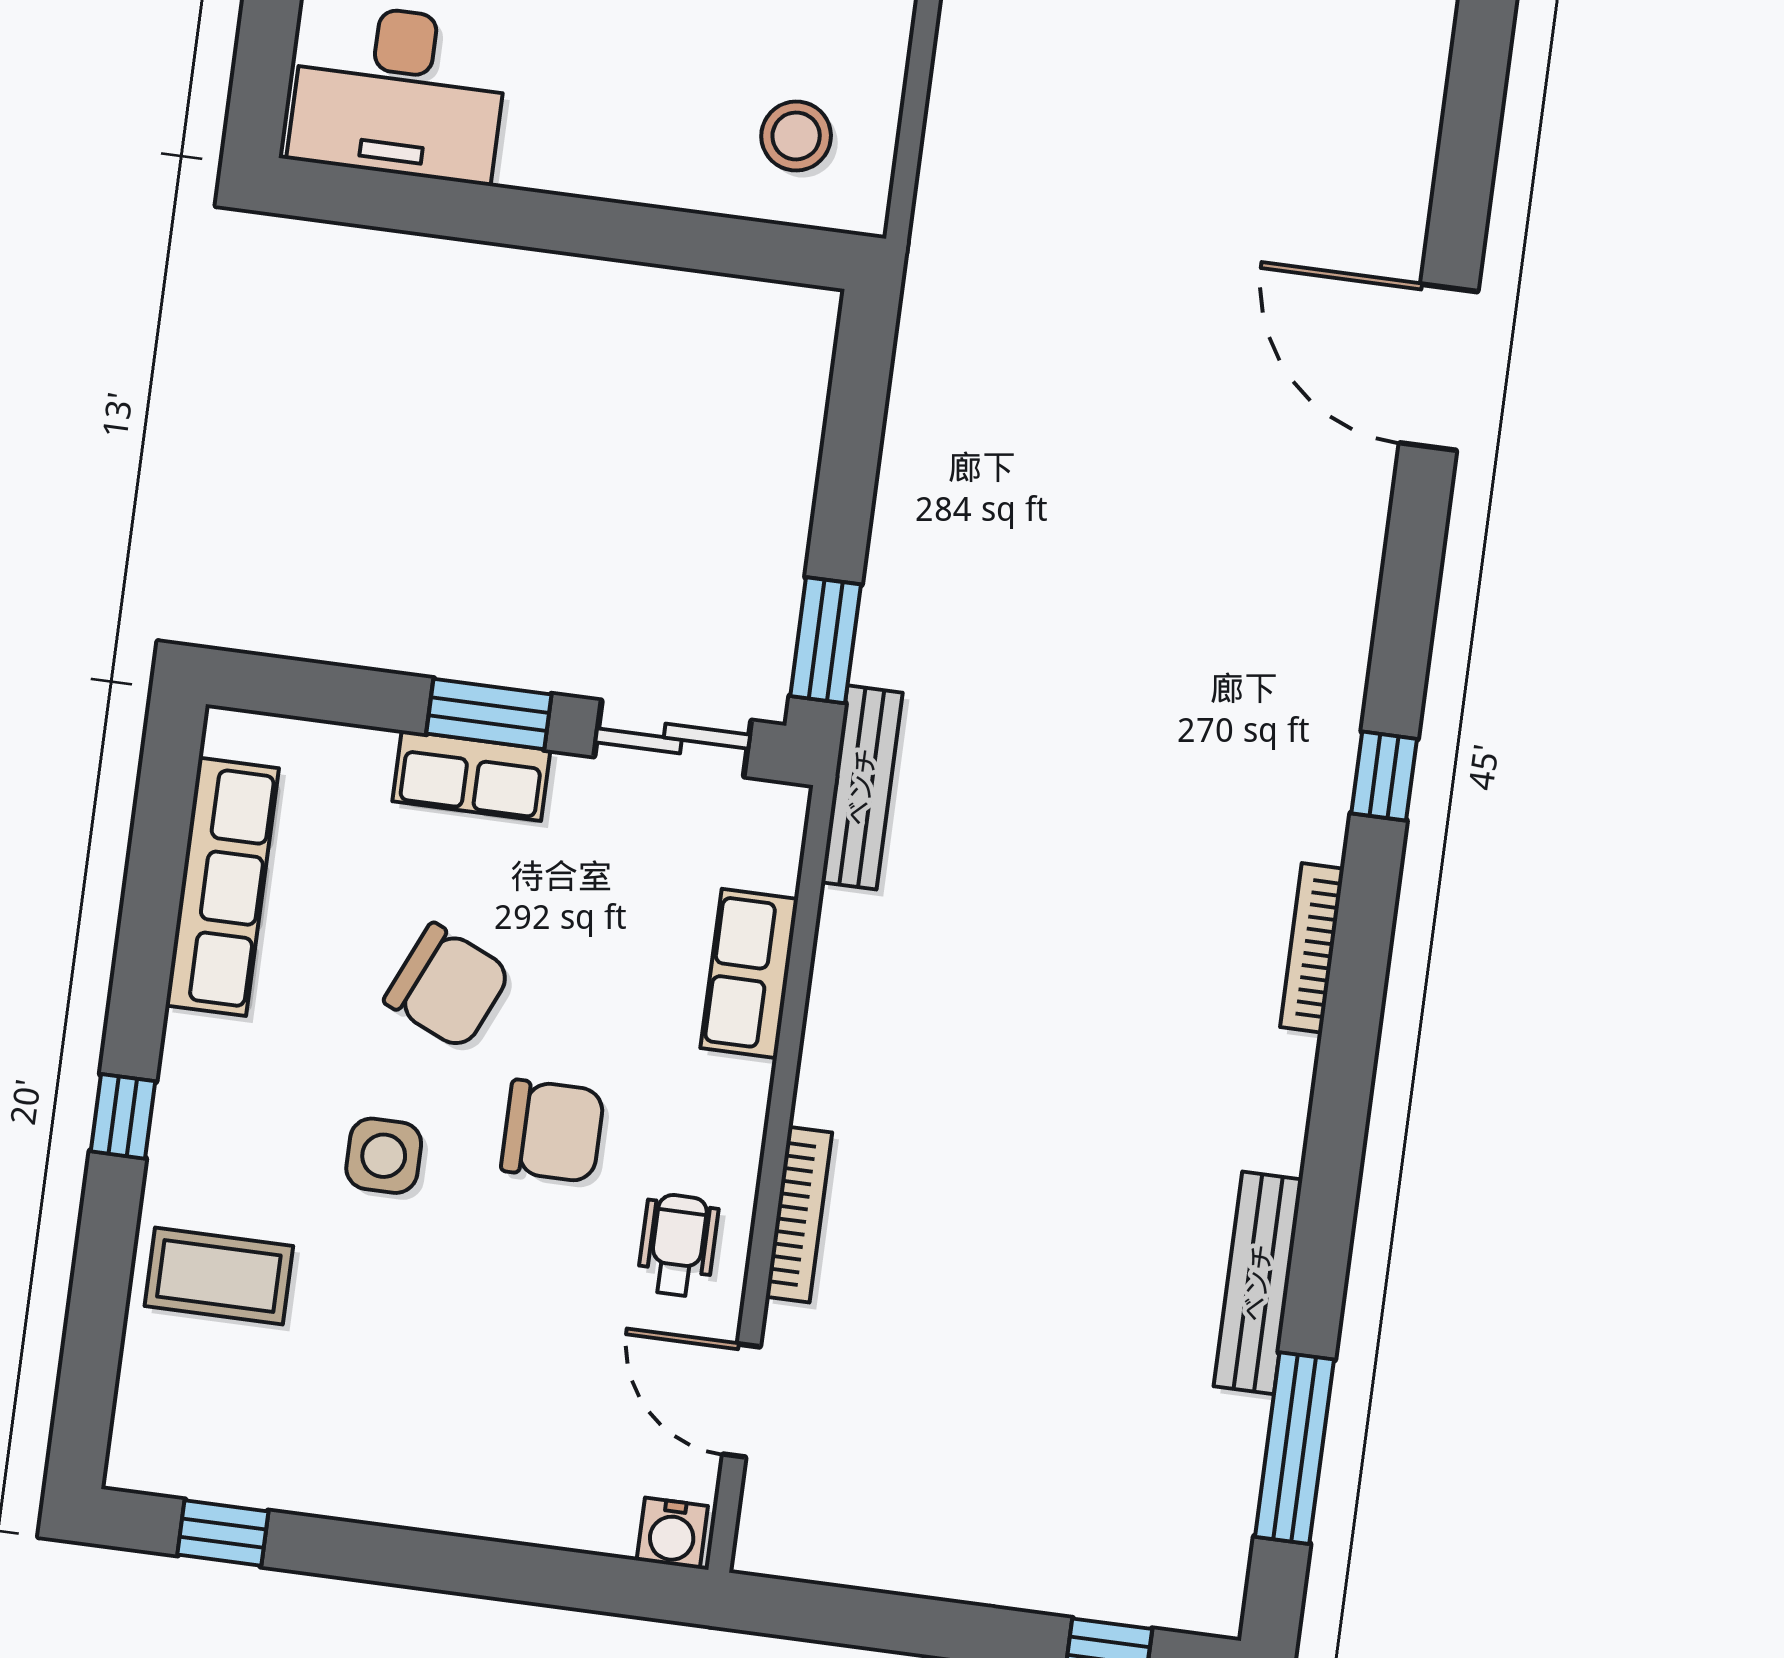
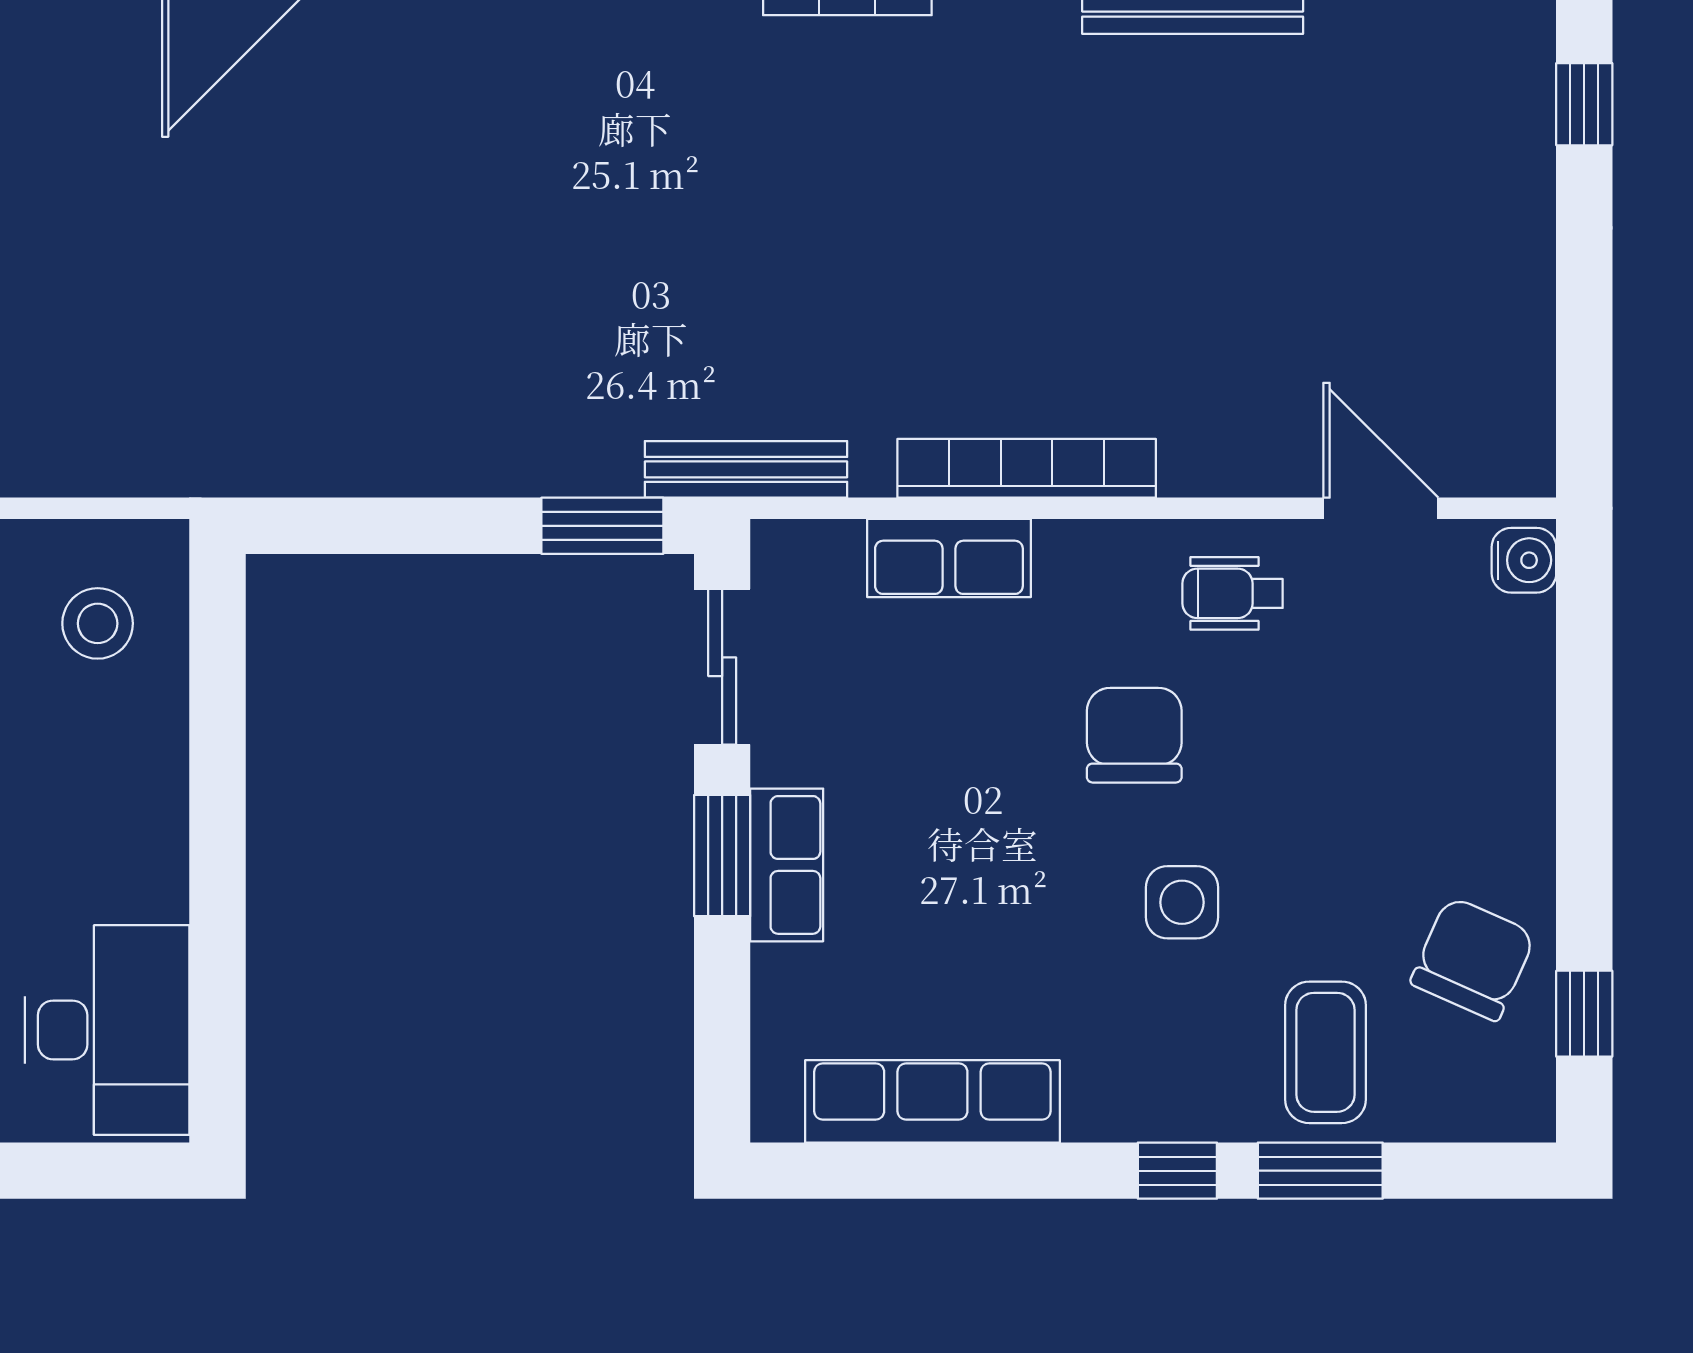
chair: (448, 986) -> (1473, 959), moved
bookcase: (799, 1215) -> (1027, 468), moved, width x1.48, depth x1.31
window: (104, 1255) -> (1320, 1171), added
door: (742, 1401) -> (1381, 508), swing flipped

